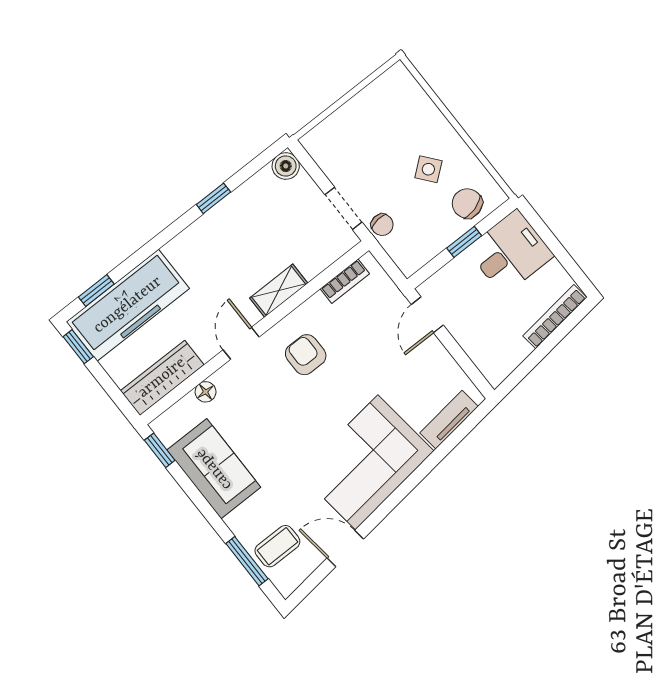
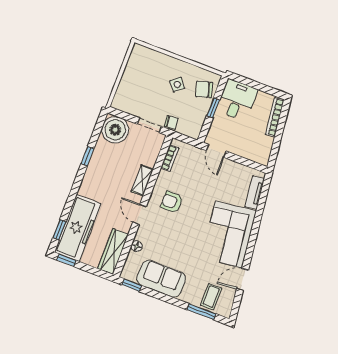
boiler: (286, 166) -> (115, 130), width x1.86, depth x1.86

